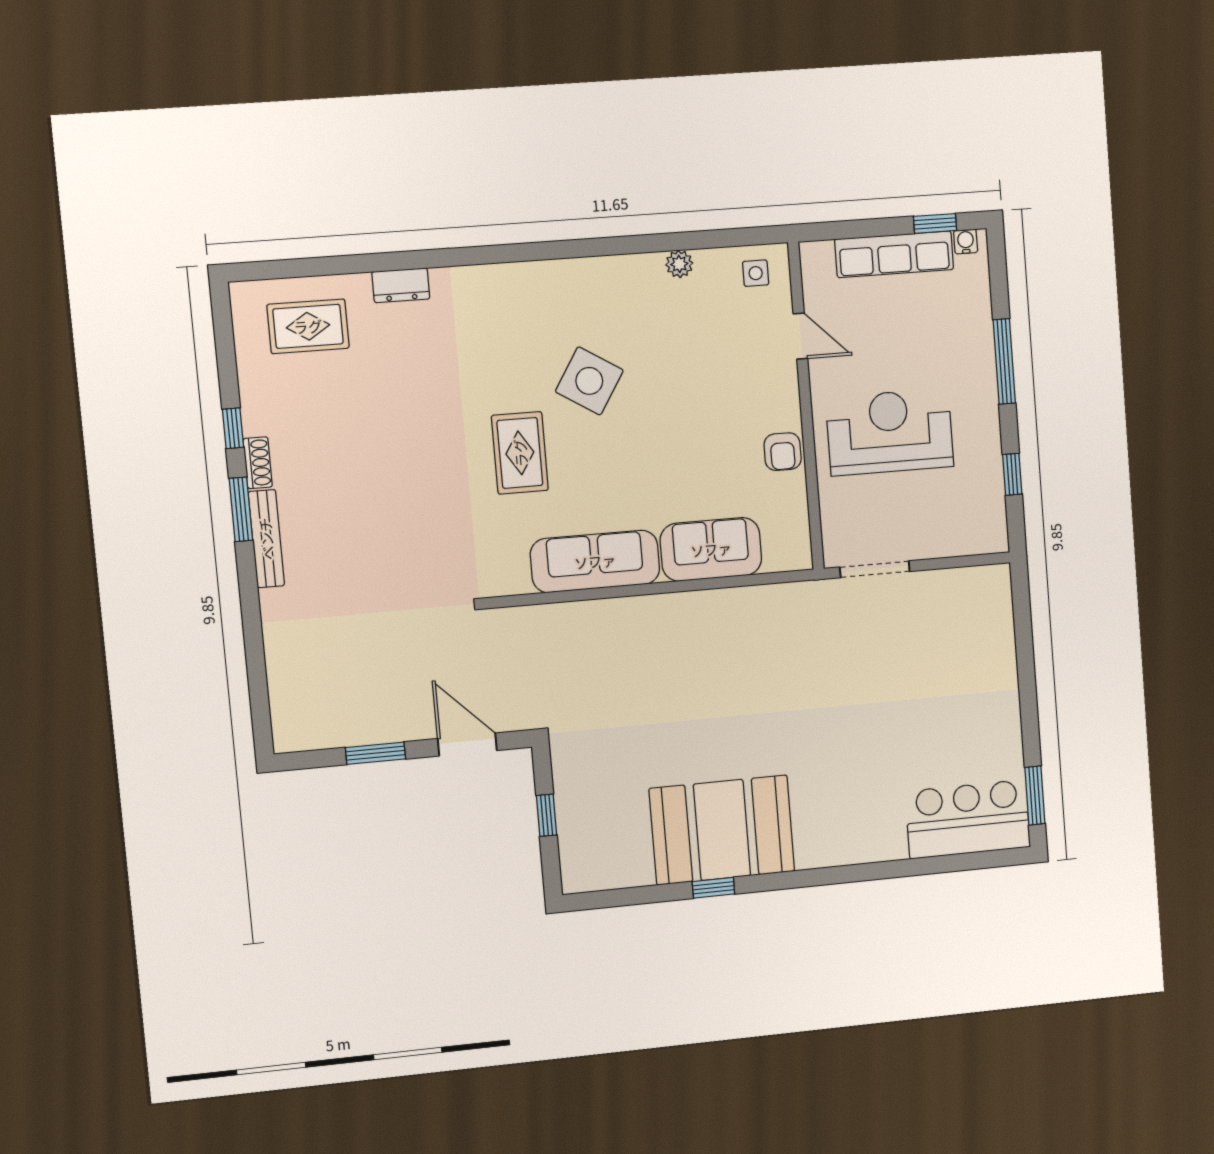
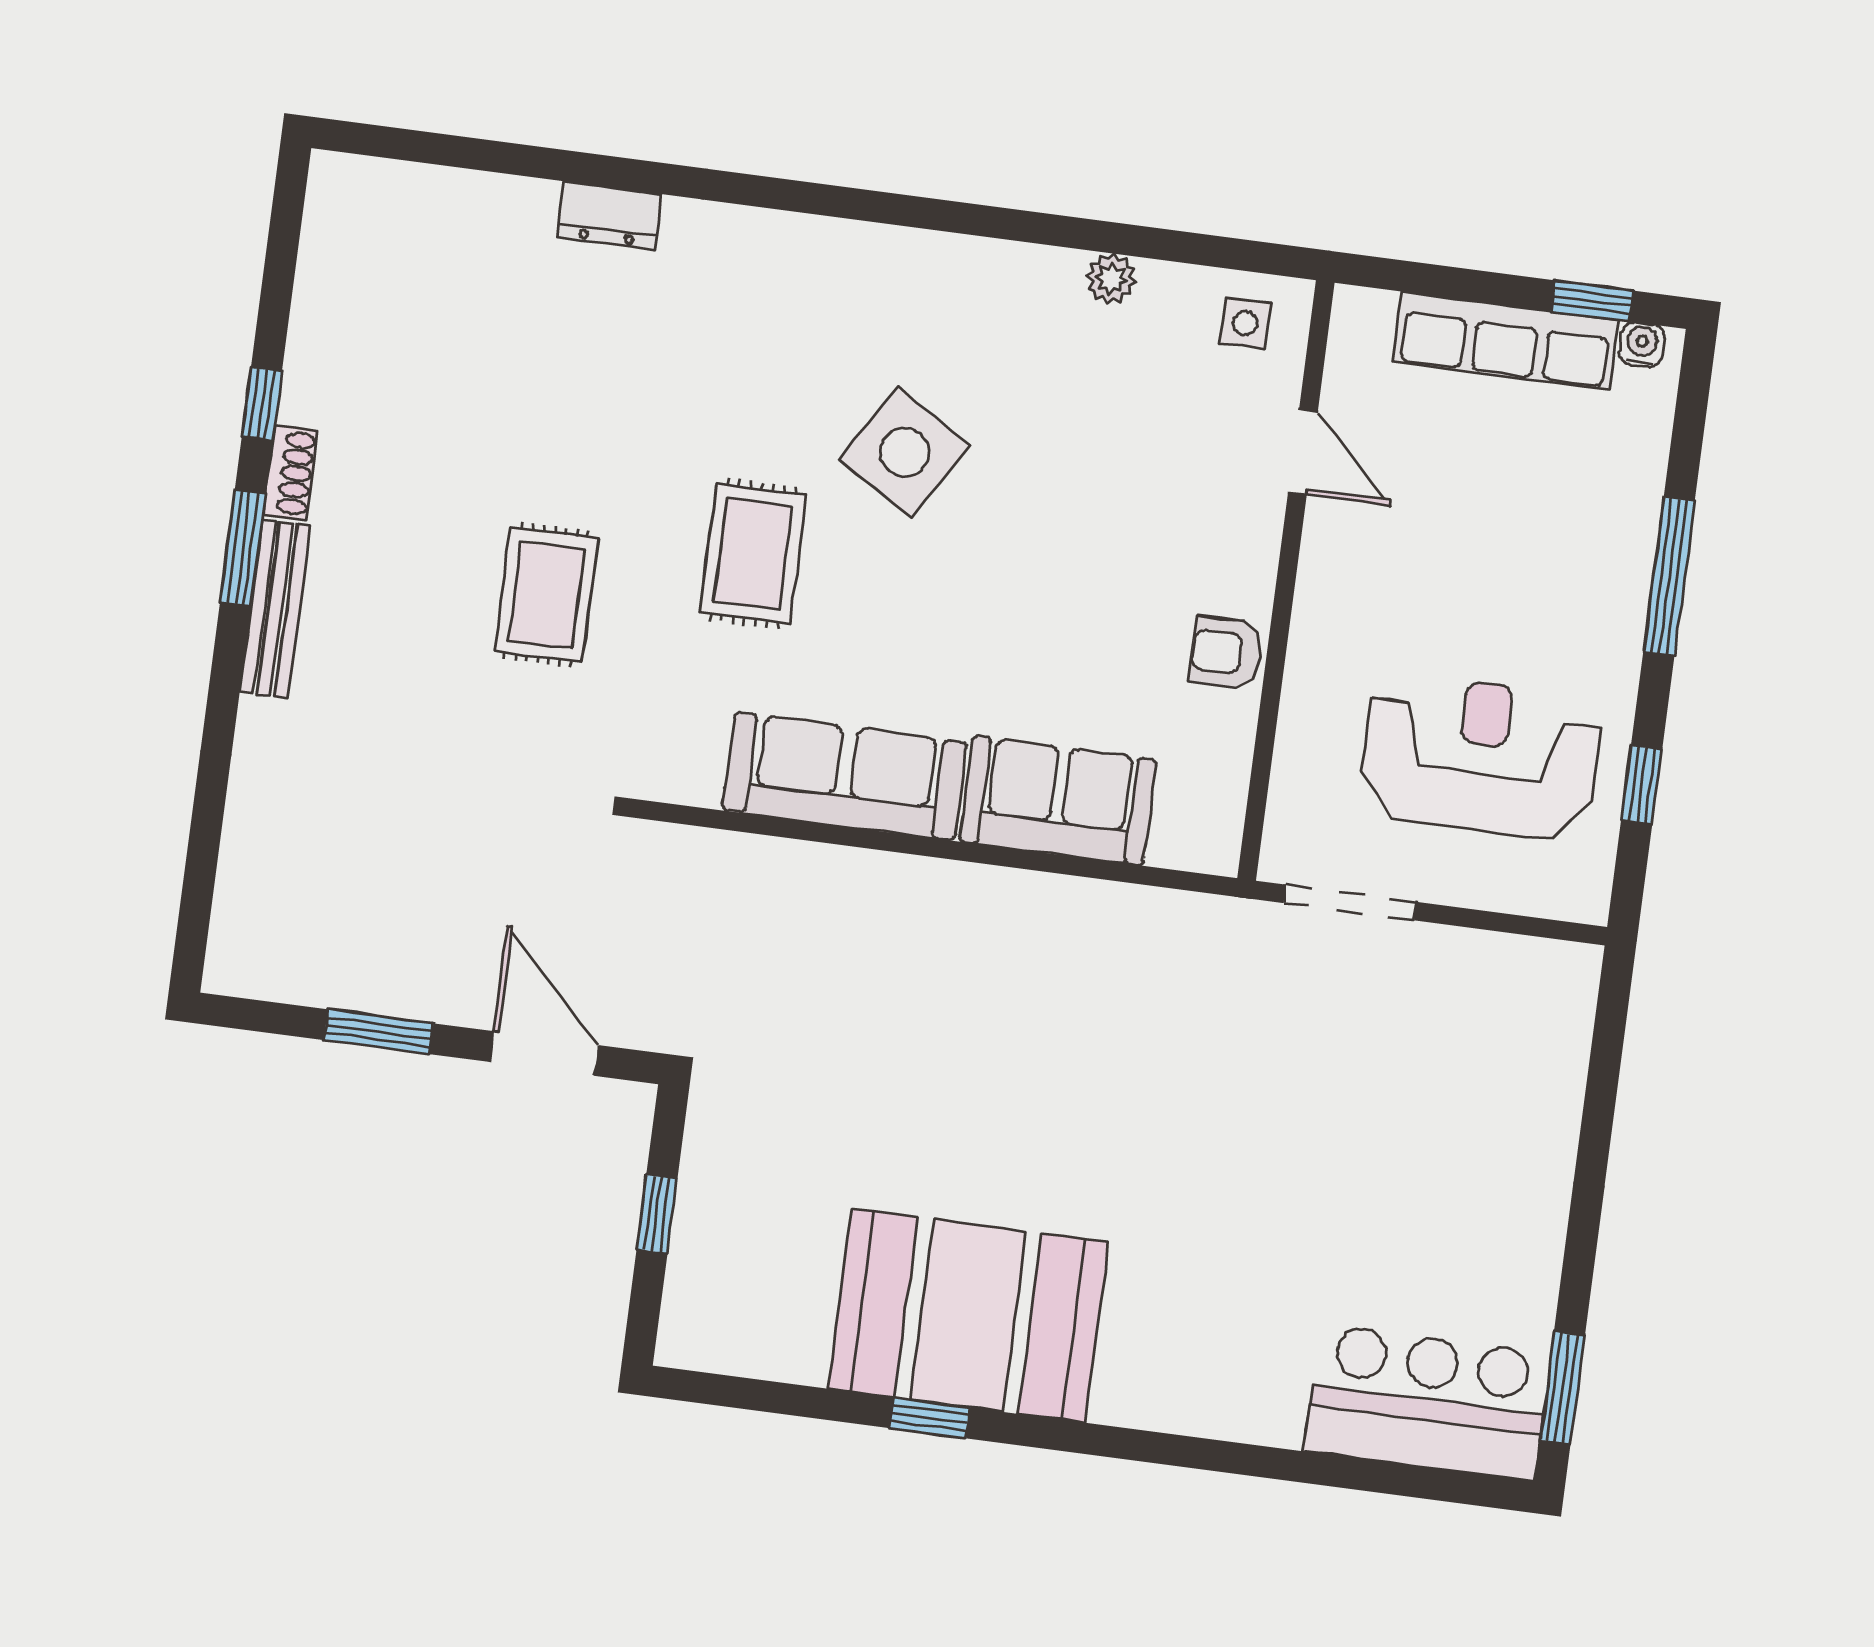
rug: (308, 326) -> (546, 595), moved, turned 90
reception desk: (890, 432) -> (1481, 756), moved
armchair: (783, 452) -> (1226, 653), turned 90

